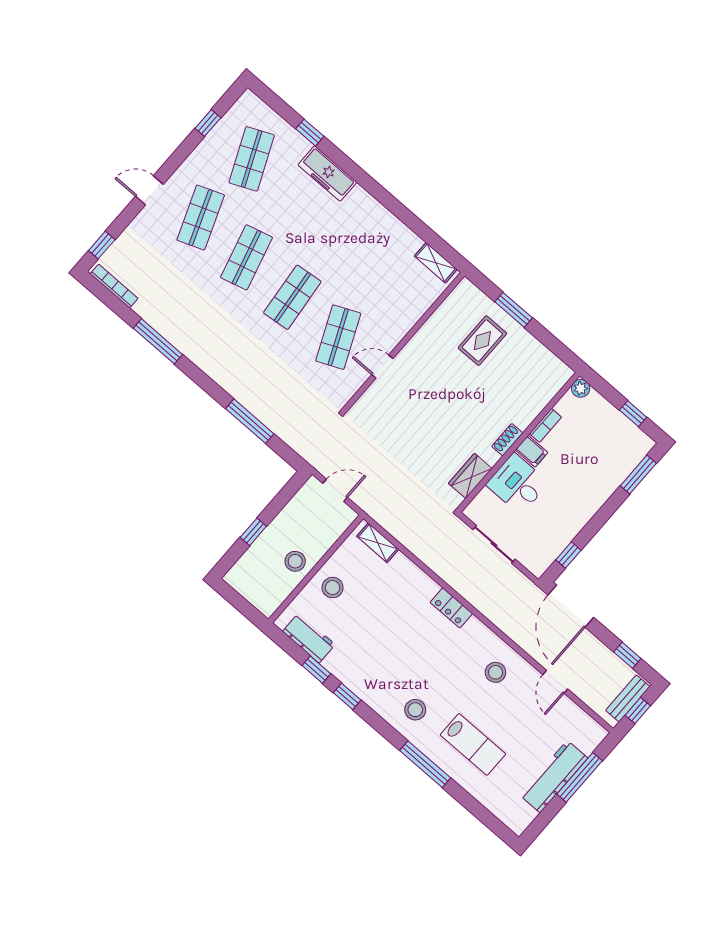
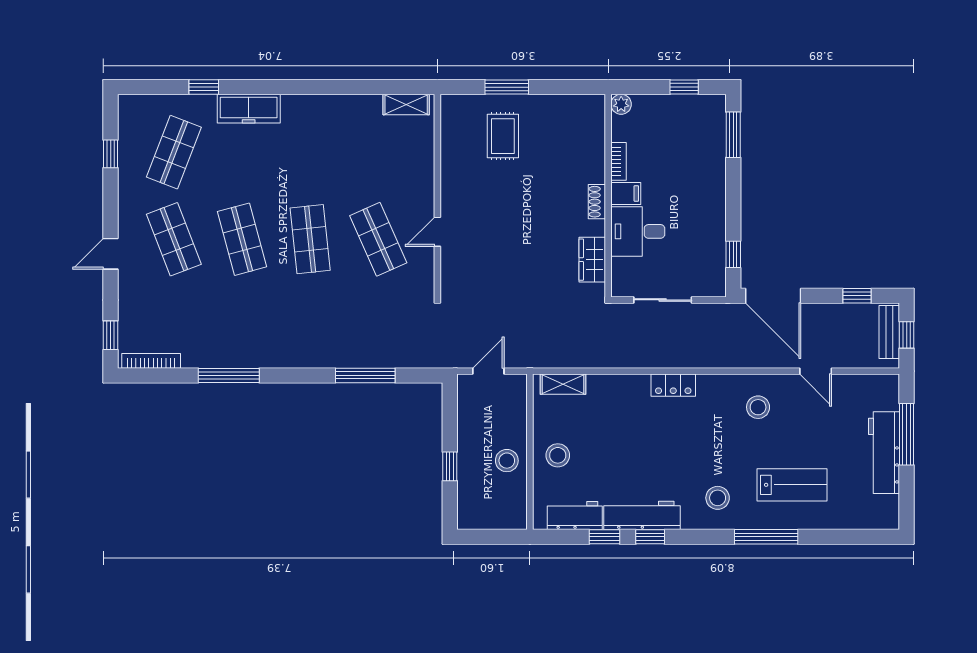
shop shelf: (252, 159) -> (174, 152), turned 45
workbench: (354, 677) -> (642, 515), added

